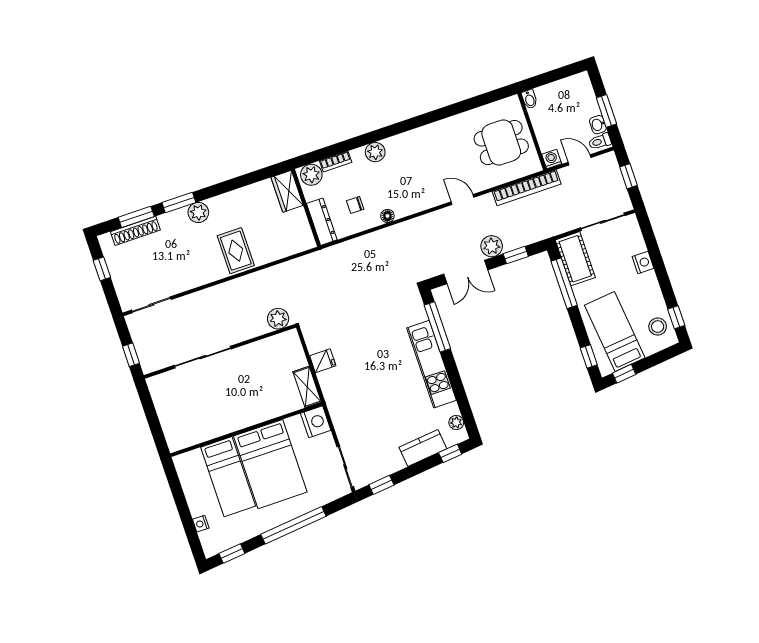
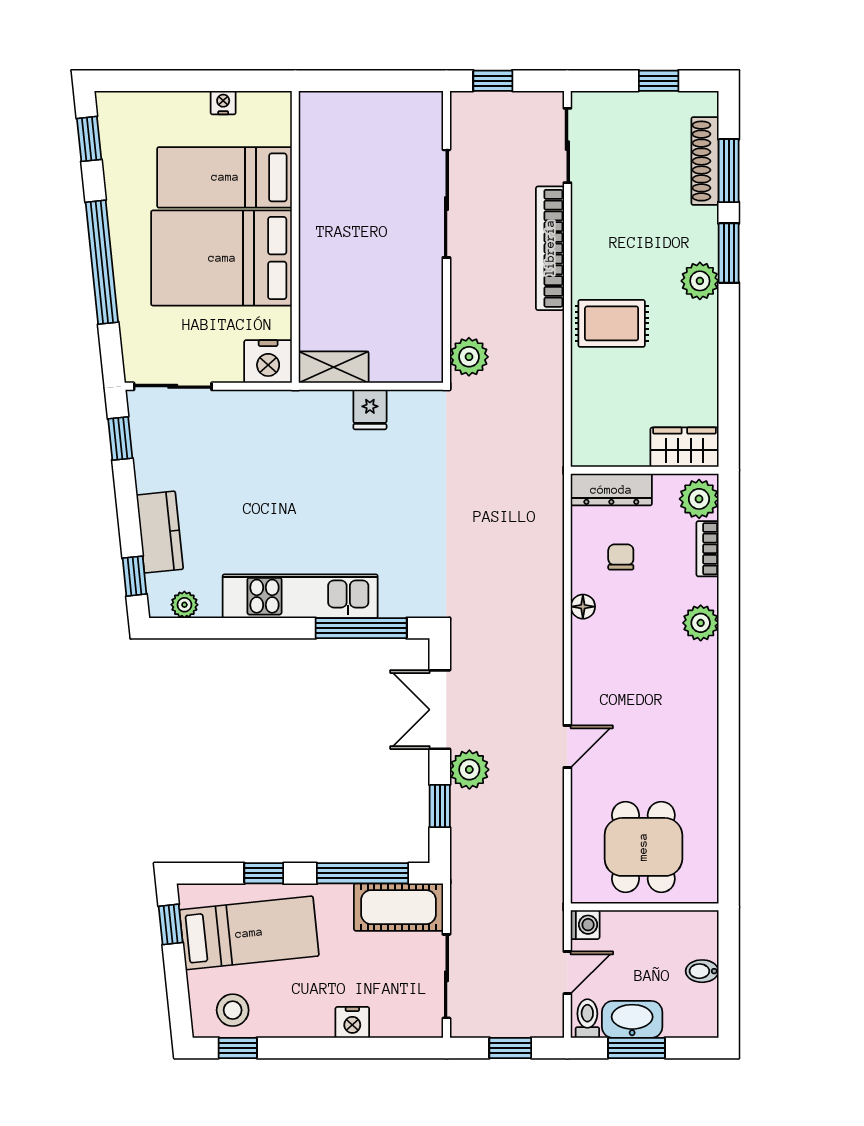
bidet: (529, 99) -> (702, 971), moved
washbasin: (598, 125) -> (632, 1019), width x1.91, depth x1.45
bookcase: (527, 188) -> (550, 248), moved
window: (589, 356) -> (264, 873), moved
nightstand: (201, 524) -> (223, 103), moved

